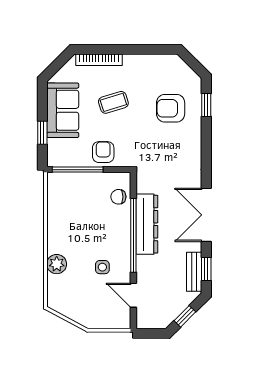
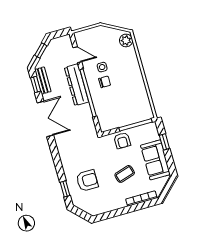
chair: (118, 197) -> (105, 82), moved
dresser: (147, 224) -> (77, 85), moved
plant: (57, 264) -> (126, 40), moved

